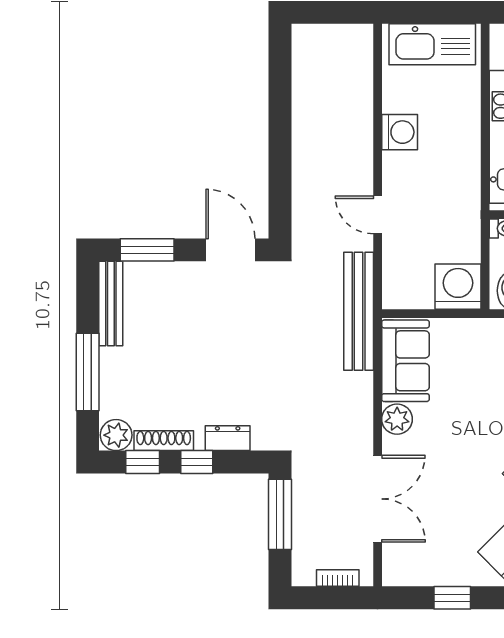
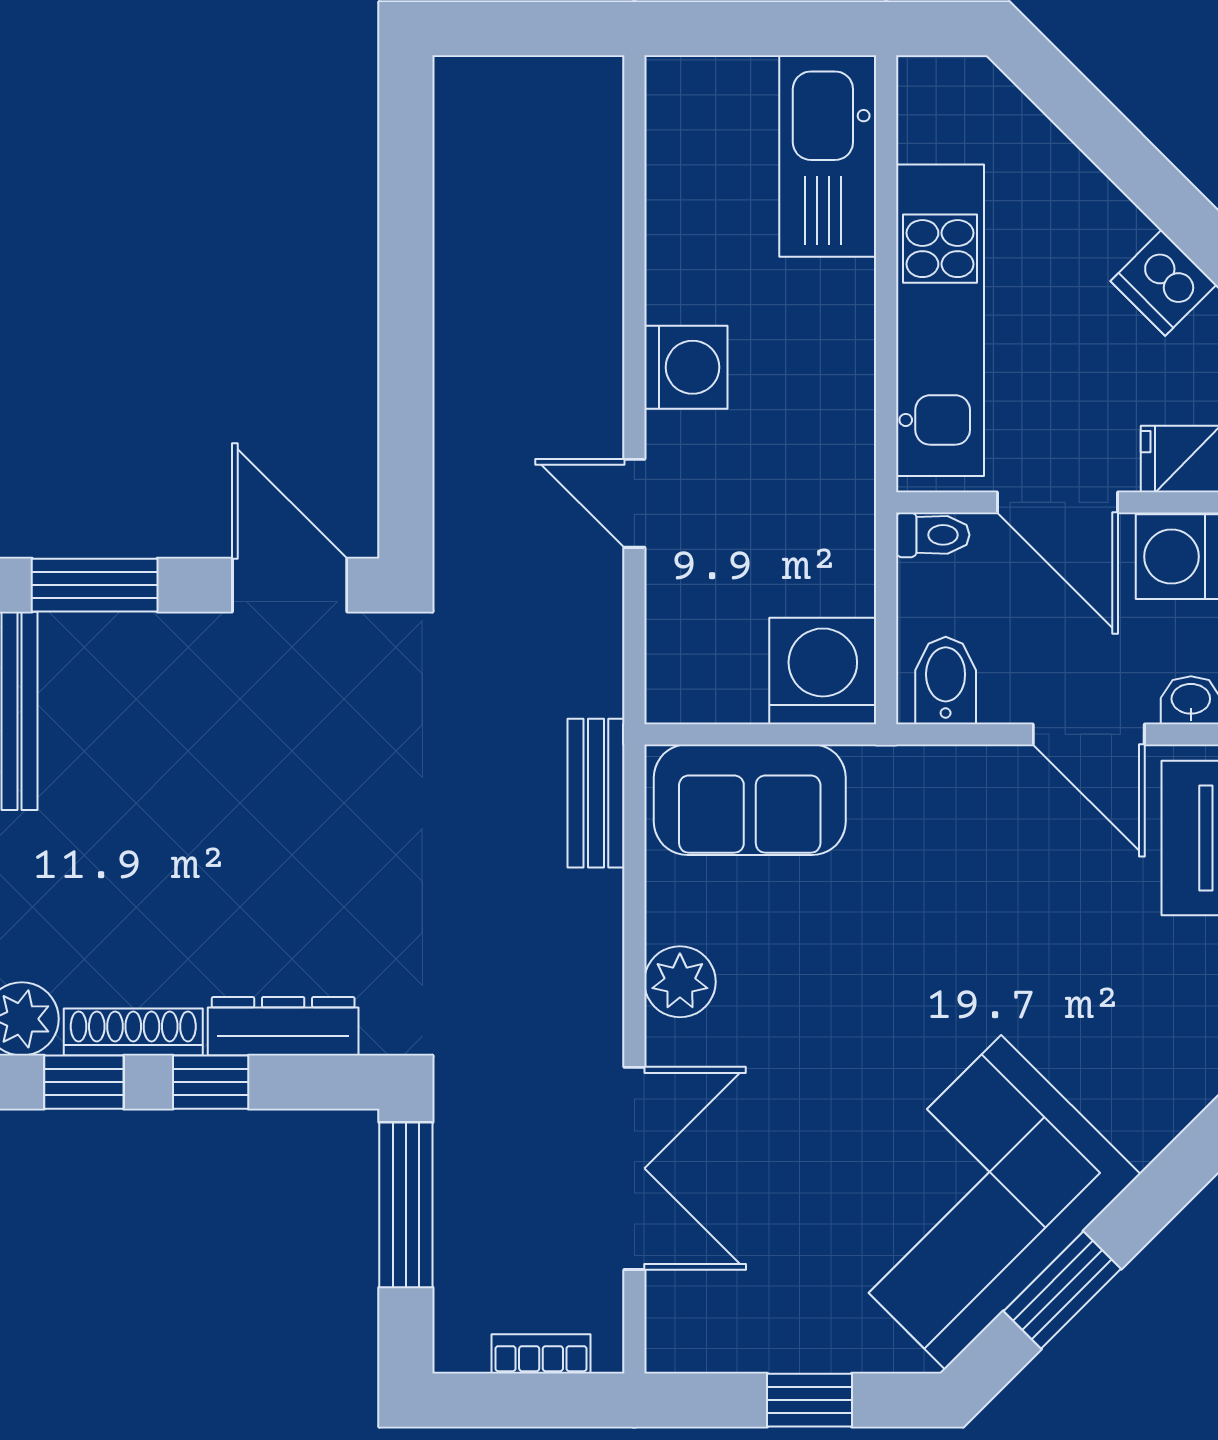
kitchen sink: (432, 44) -> (828, 156), moved, turned 90
washing machine: (400, 132) -> (686, 367), moved
bench: (359, 311) -> (596, 793), width x0.54, depth x0.82
sofa: (405, 361) -> (750, 800), moved, turned 90
dresser: (228, 438) -> (283, 1026), width x1.44

